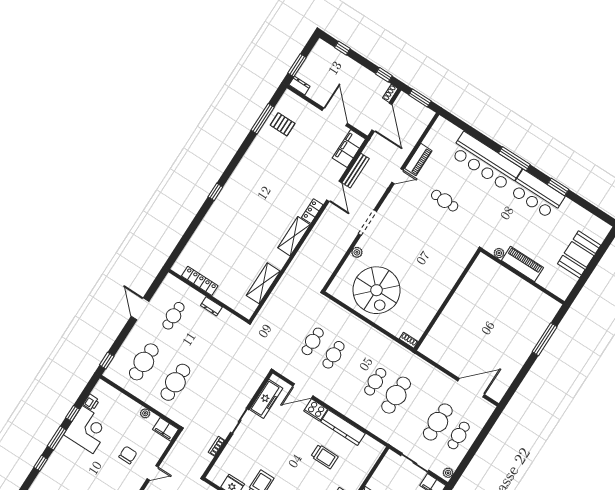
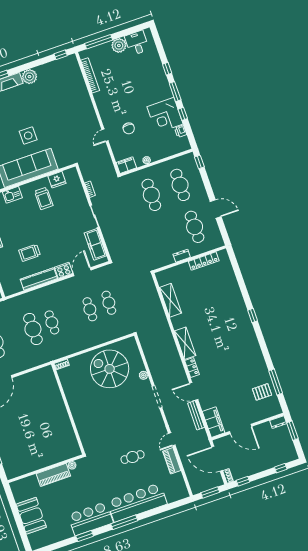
cafe table: (173, 316) -> (195, 227), width x1.37, depth x1.35

